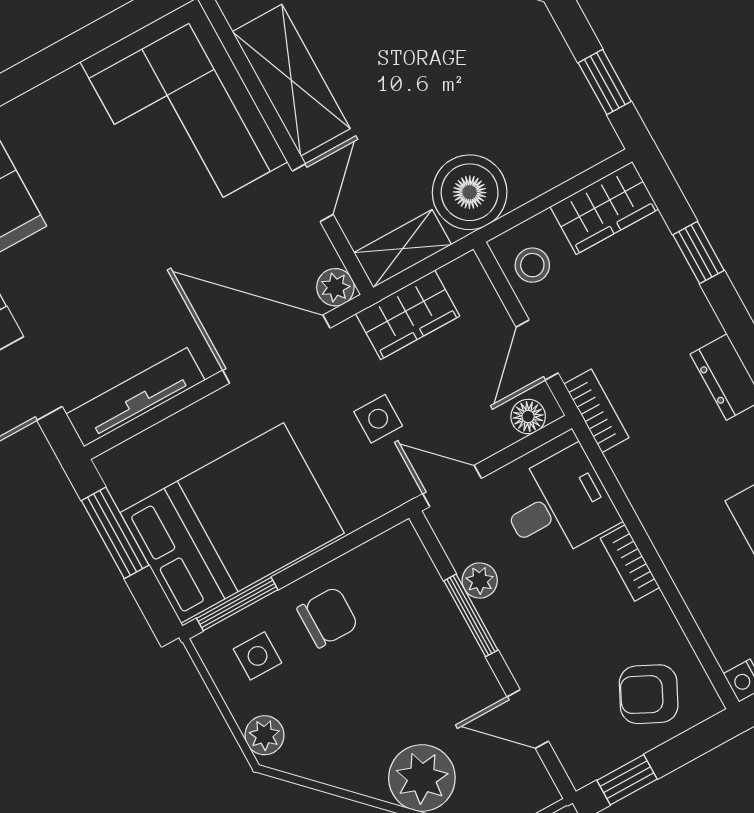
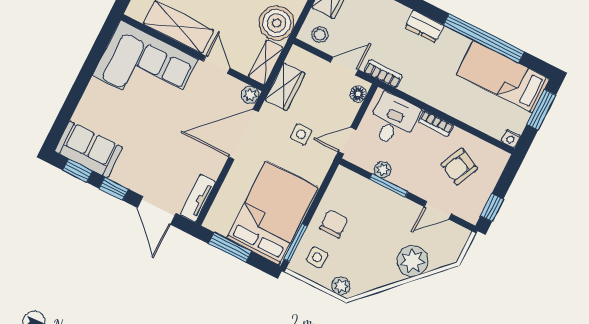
door: (537, 350) -> (344, 66), swing flipped
tv unit: (135, 397) -> (198, 198), width x0.71
armchair: (649, 694) -> (459, 166), moved

